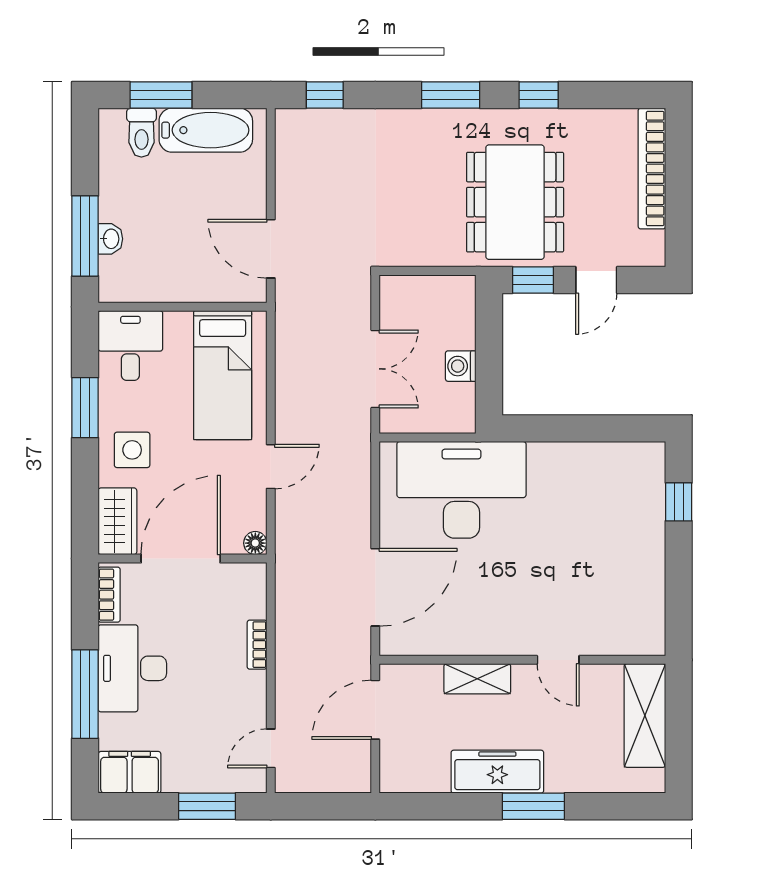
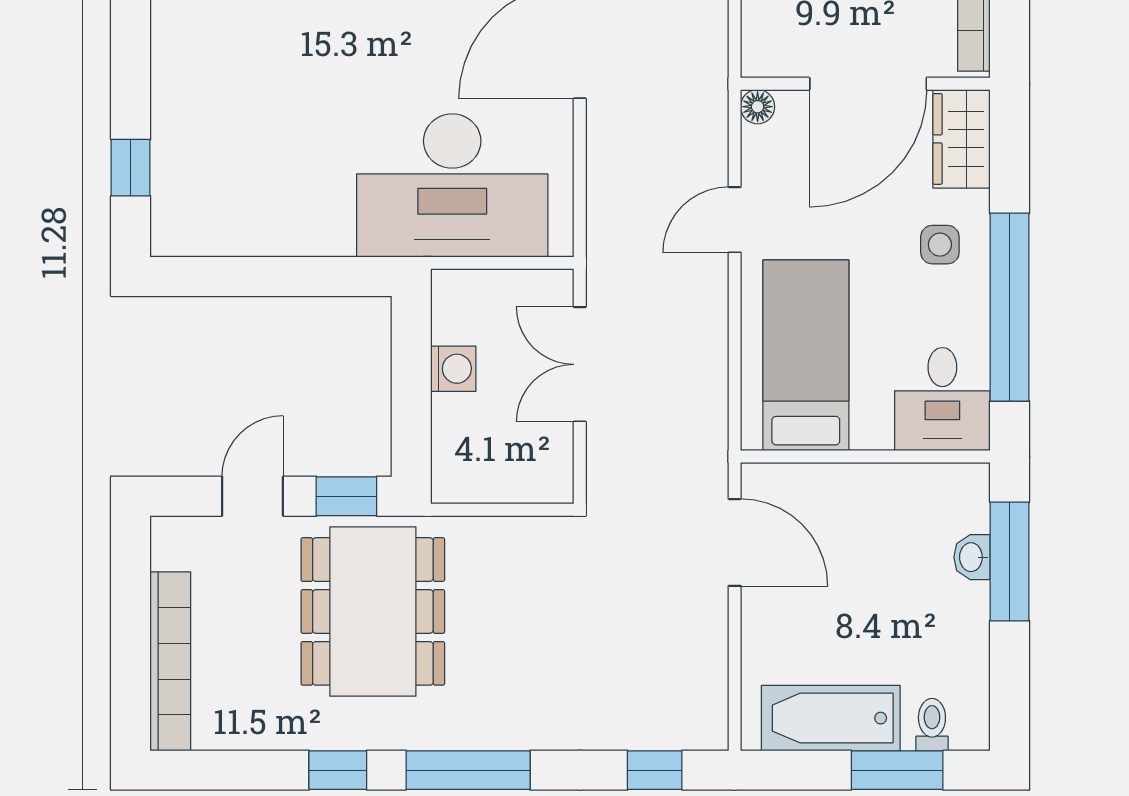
window: (451, 95) -> (468, 770), width x1.44
toilet: (141, 133) -> (932, 725), width x0.73, depth x0.72
window: (85, 408) -> (1010, 307), width x2.11
side table: (132, 450) -> (940, 245), width x0.73, depth x0.73

